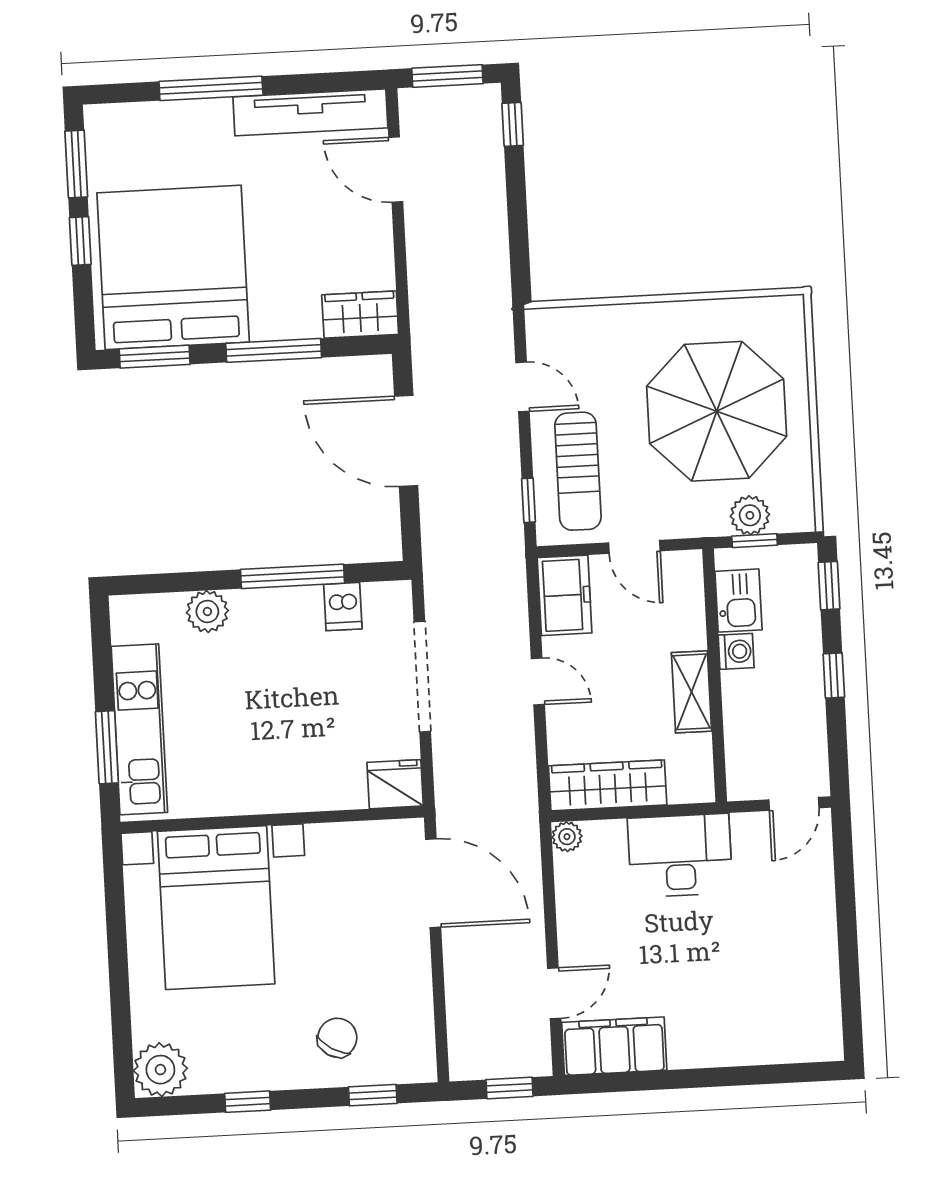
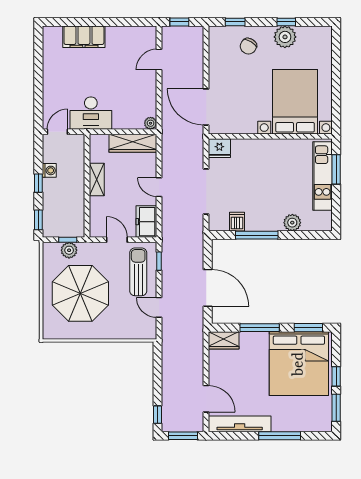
kitchen sink: (738, 601) -> (76, 216), removed
washing machine: (736, 651) -> (49, 170), moved, turned 180
desk: (680, 856) -> (91, 113), moved
filing cabinet: (614, 1046) -> (84, 37), moved
plant: (160, 1070) -> (285, 37), moved

